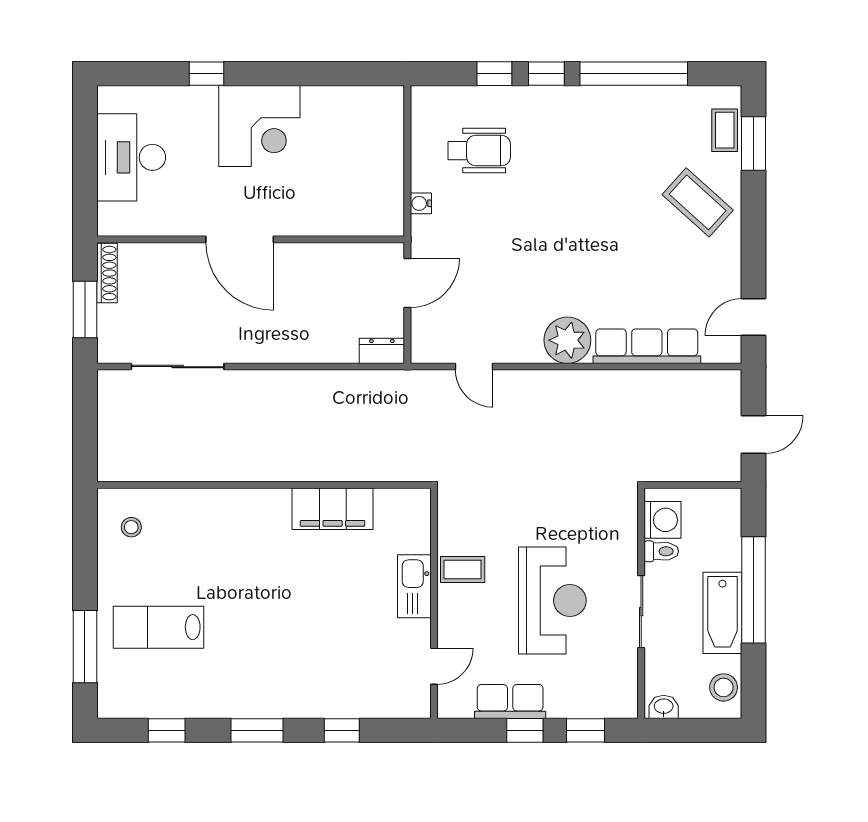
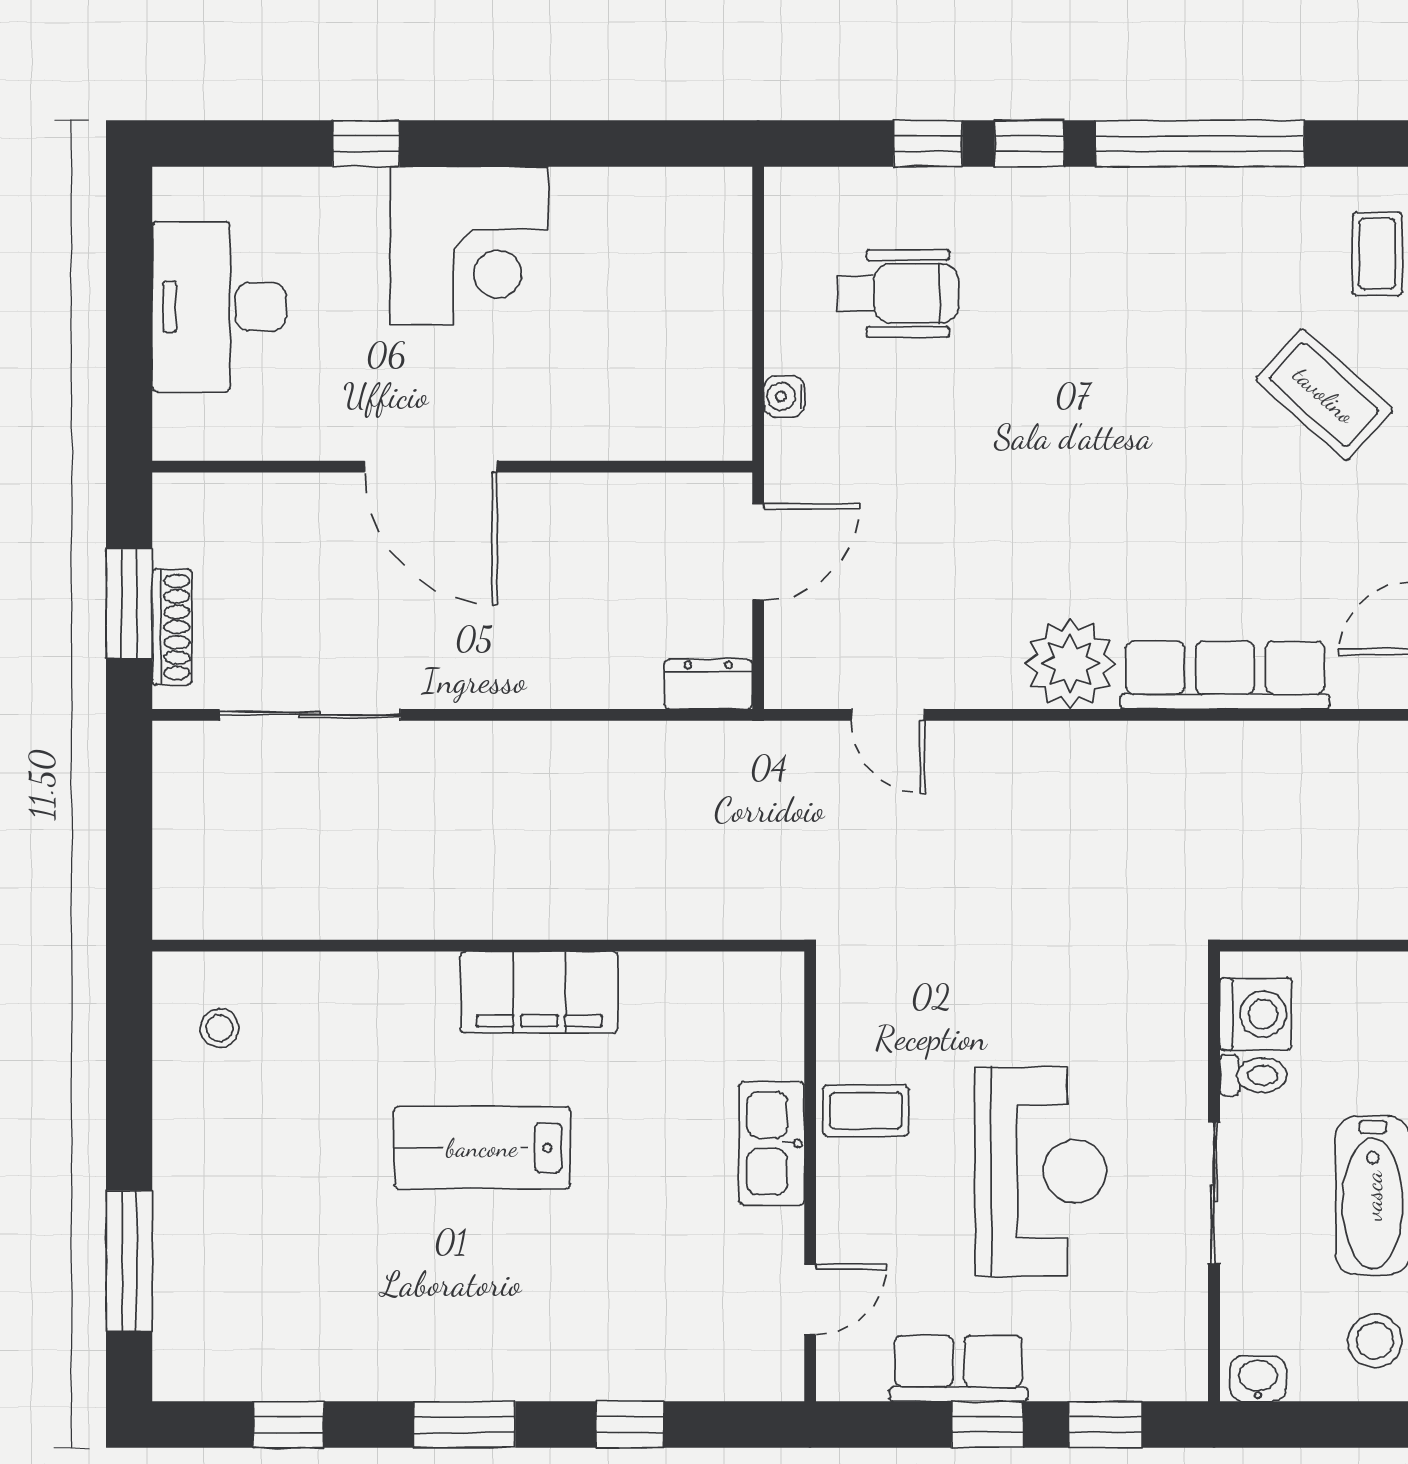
shoe rack: (107, 273) -> (172, 627), moved
filing cabinet: (333, 509) -> (539, 992), moved
lab bench: (158, 627) -> (482, 1148), moved

